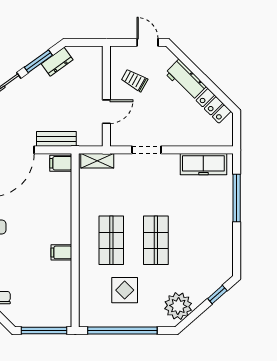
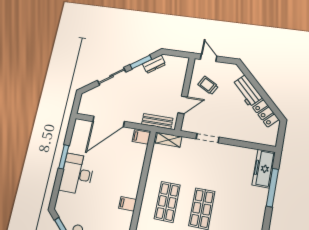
door: (148, 42) -> (209, 58), moved
bench: (56, 139) -> (157, 121), moved
freezer: (203, 164) -> (264, 169), moved, turned 90

